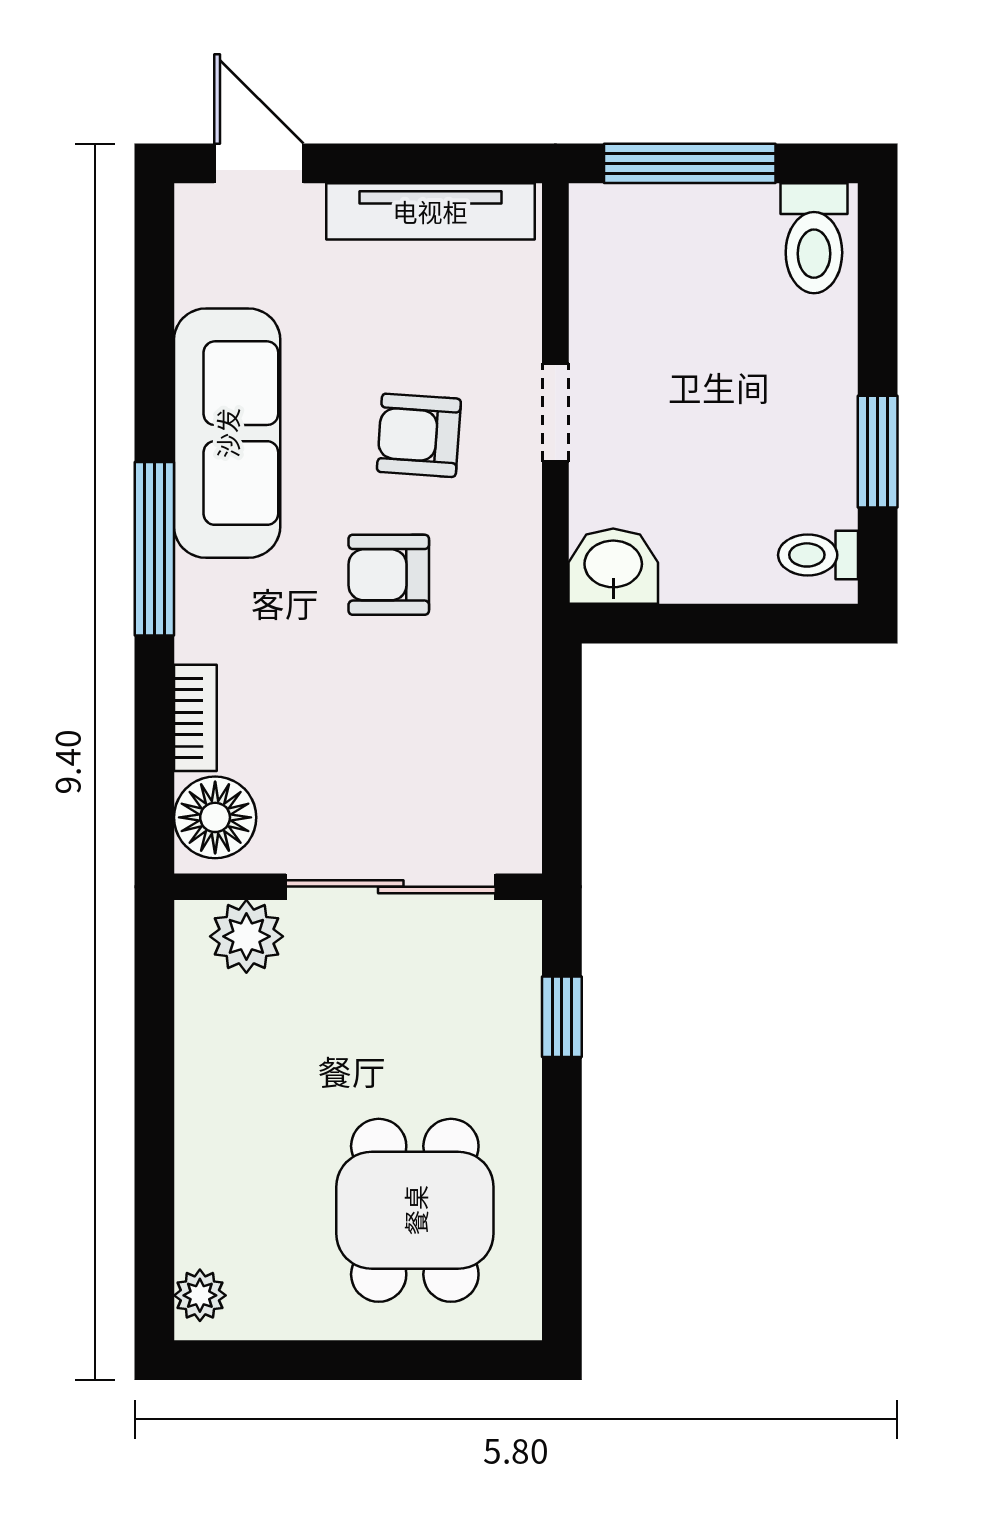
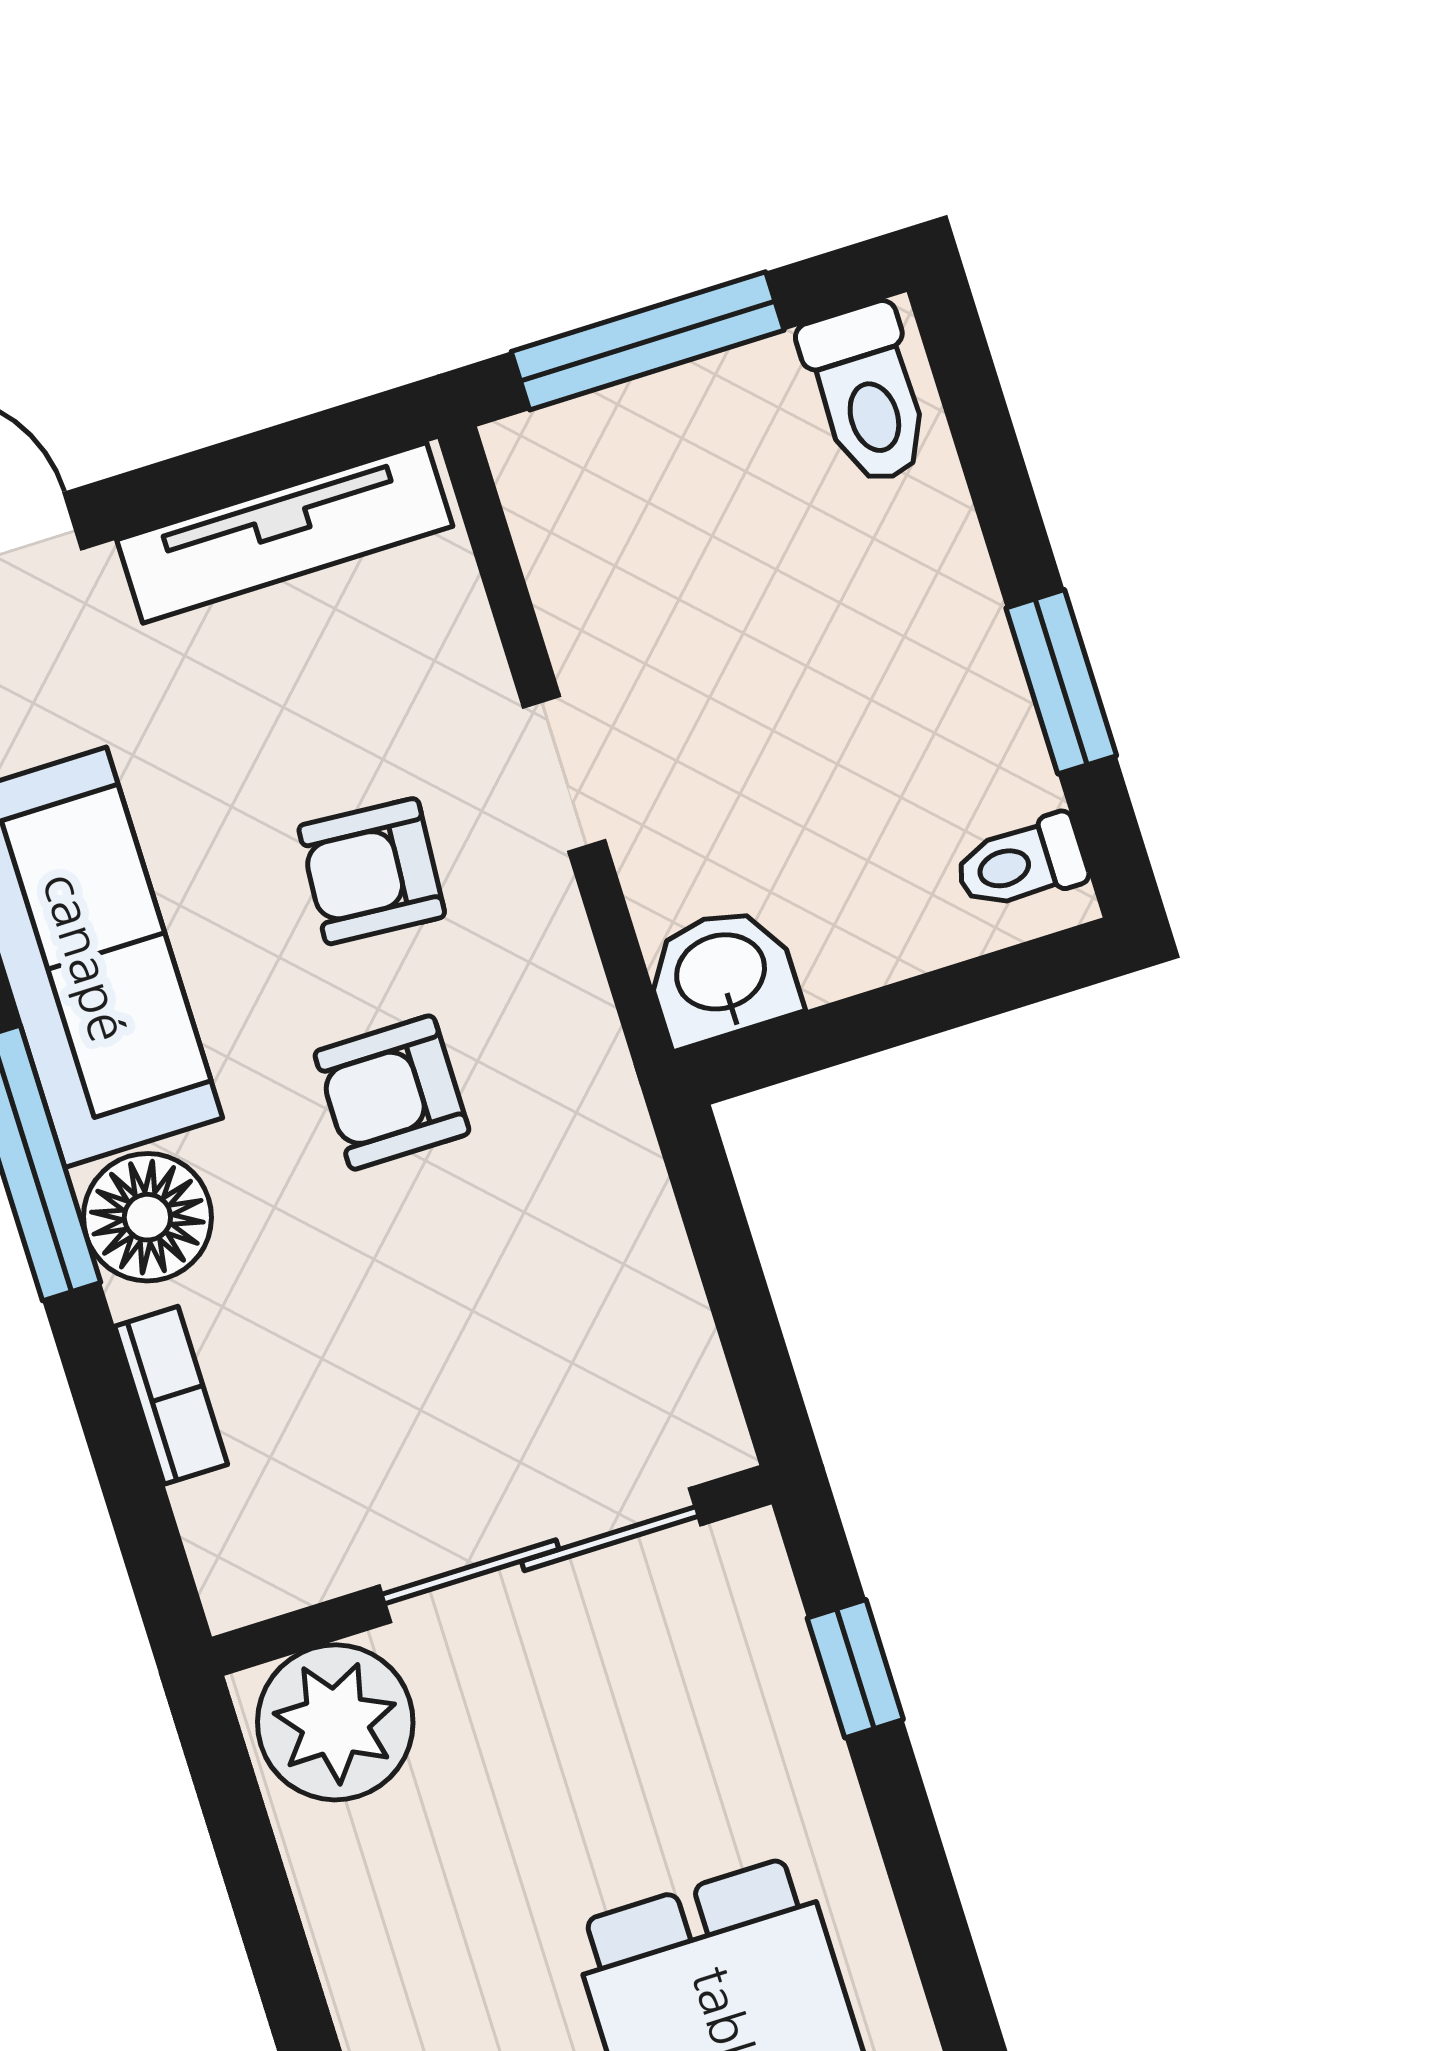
floor lamp: (215, 817) -> (147, 1217), moved
plant: (246, 936) -> (335, 1722), width x1.36, depth x1.36

